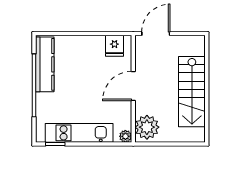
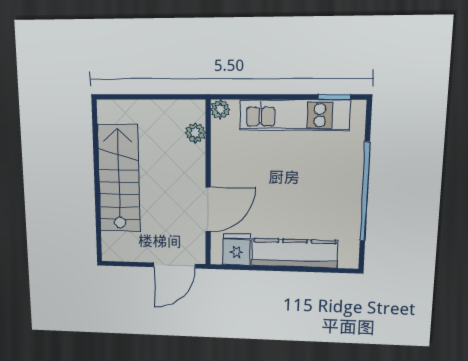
kitchen counter: (45, 64) -> (295, 253), moved, turned 90
door: (133, 86) -> (208, 209), moved
plant: (147, 127) -> (195, 133), width x0.53, depth x0.53

